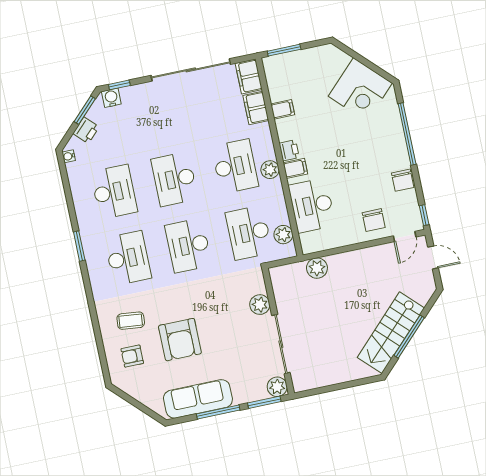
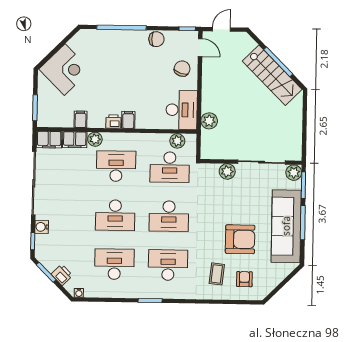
corner desk: (360, 90) -> (65, 70), moved
water cooler: (111, 98) -> (42, 227), moved
plant: (270, 170) -> (95, 139), moved
desk: (312, 205) -> (182, 110), moved, turned -90
chair: (374, 220) -> (182, 69), turned -71
armchair: (132, 356) -> (244, 279), turned 180
sofa: (198, 399) -> (286, 226), width x1.36, depth x1.27

